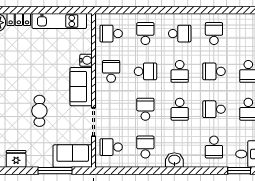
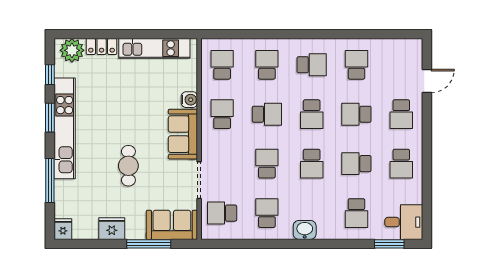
school desk: (111, 34) -> (222, 65), turned 90
fridge: (16, 159) -> (112, 229), moved

